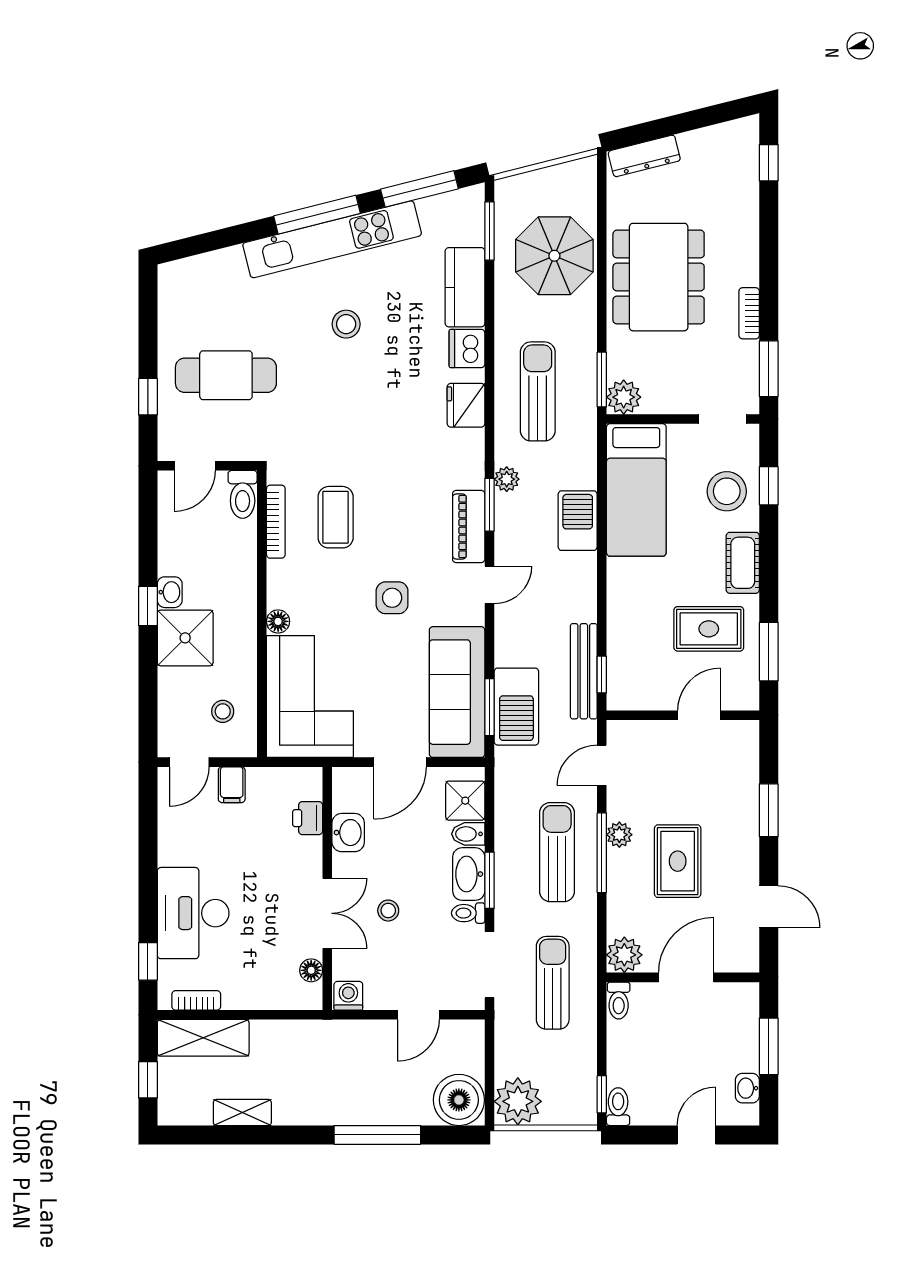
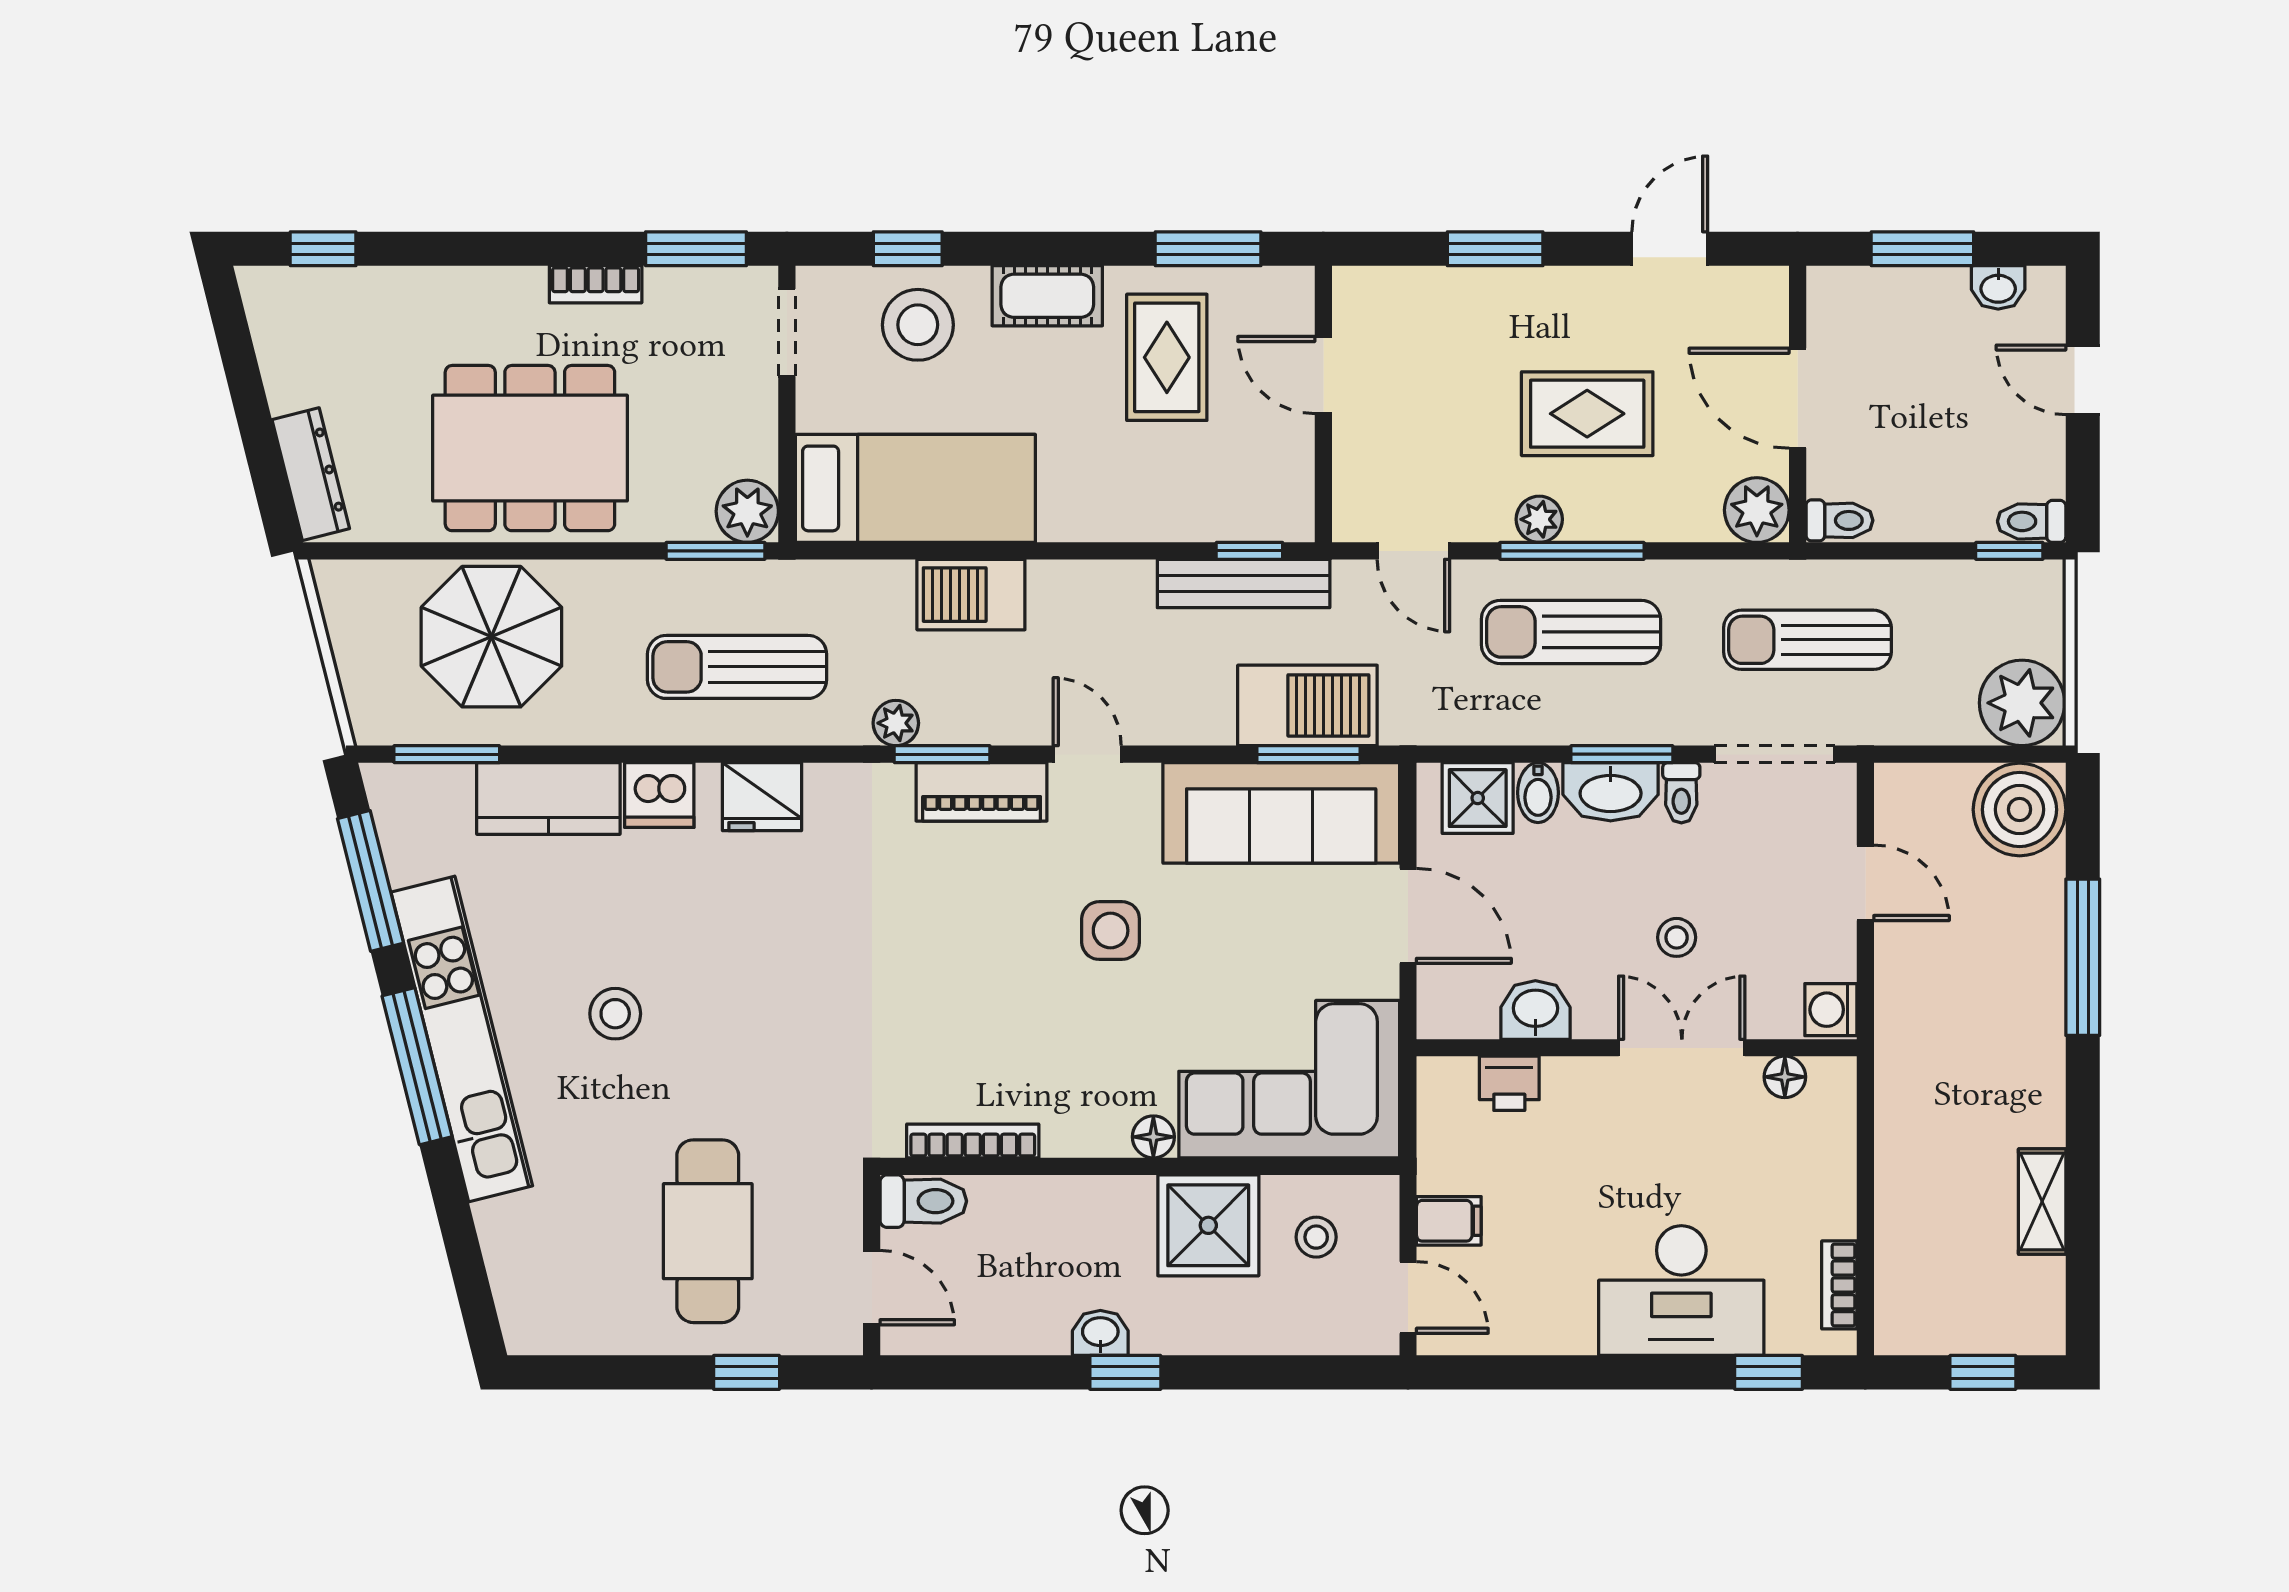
coffee table: (336, 517) -> (965, 1033), removed
shower: (185, 638) -> (1208, 1225), moved
shelving: (203, 1038) -> (1907, 1272), removed

